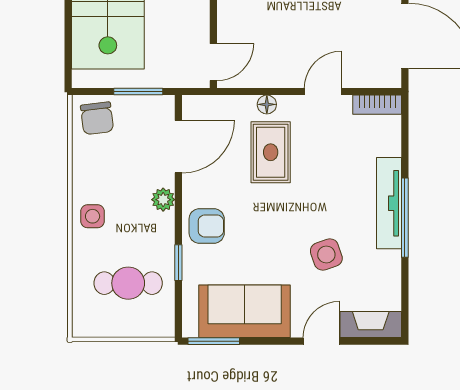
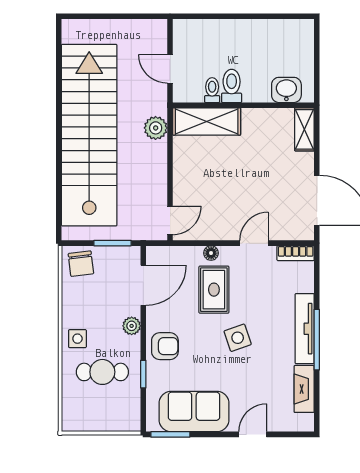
side table: (326, 255) -> (238, 338), moved
cafe table: (128, 283) -> (102, 372), moved
fireplace: (371, 325) -> (304, 389), moved, turned -90

